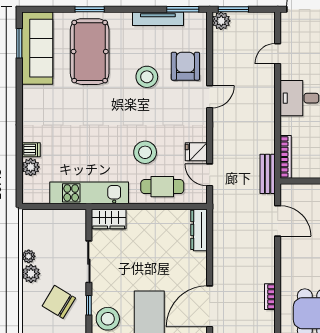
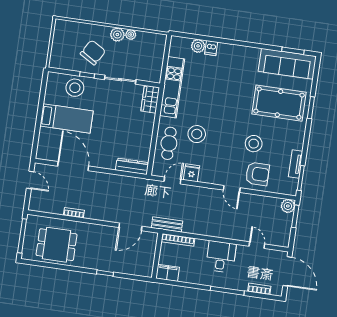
tv unit: (158, 19) -> (296, 164), width x0.71

